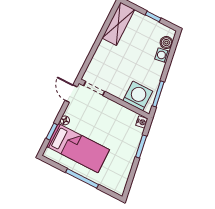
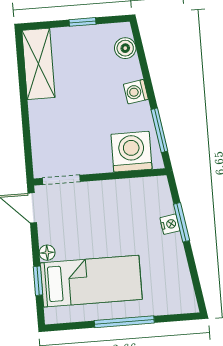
washing machine: (162, 55) -> (136, 92), moved
nightstand: (142, 122) -> (170, 224), moved

